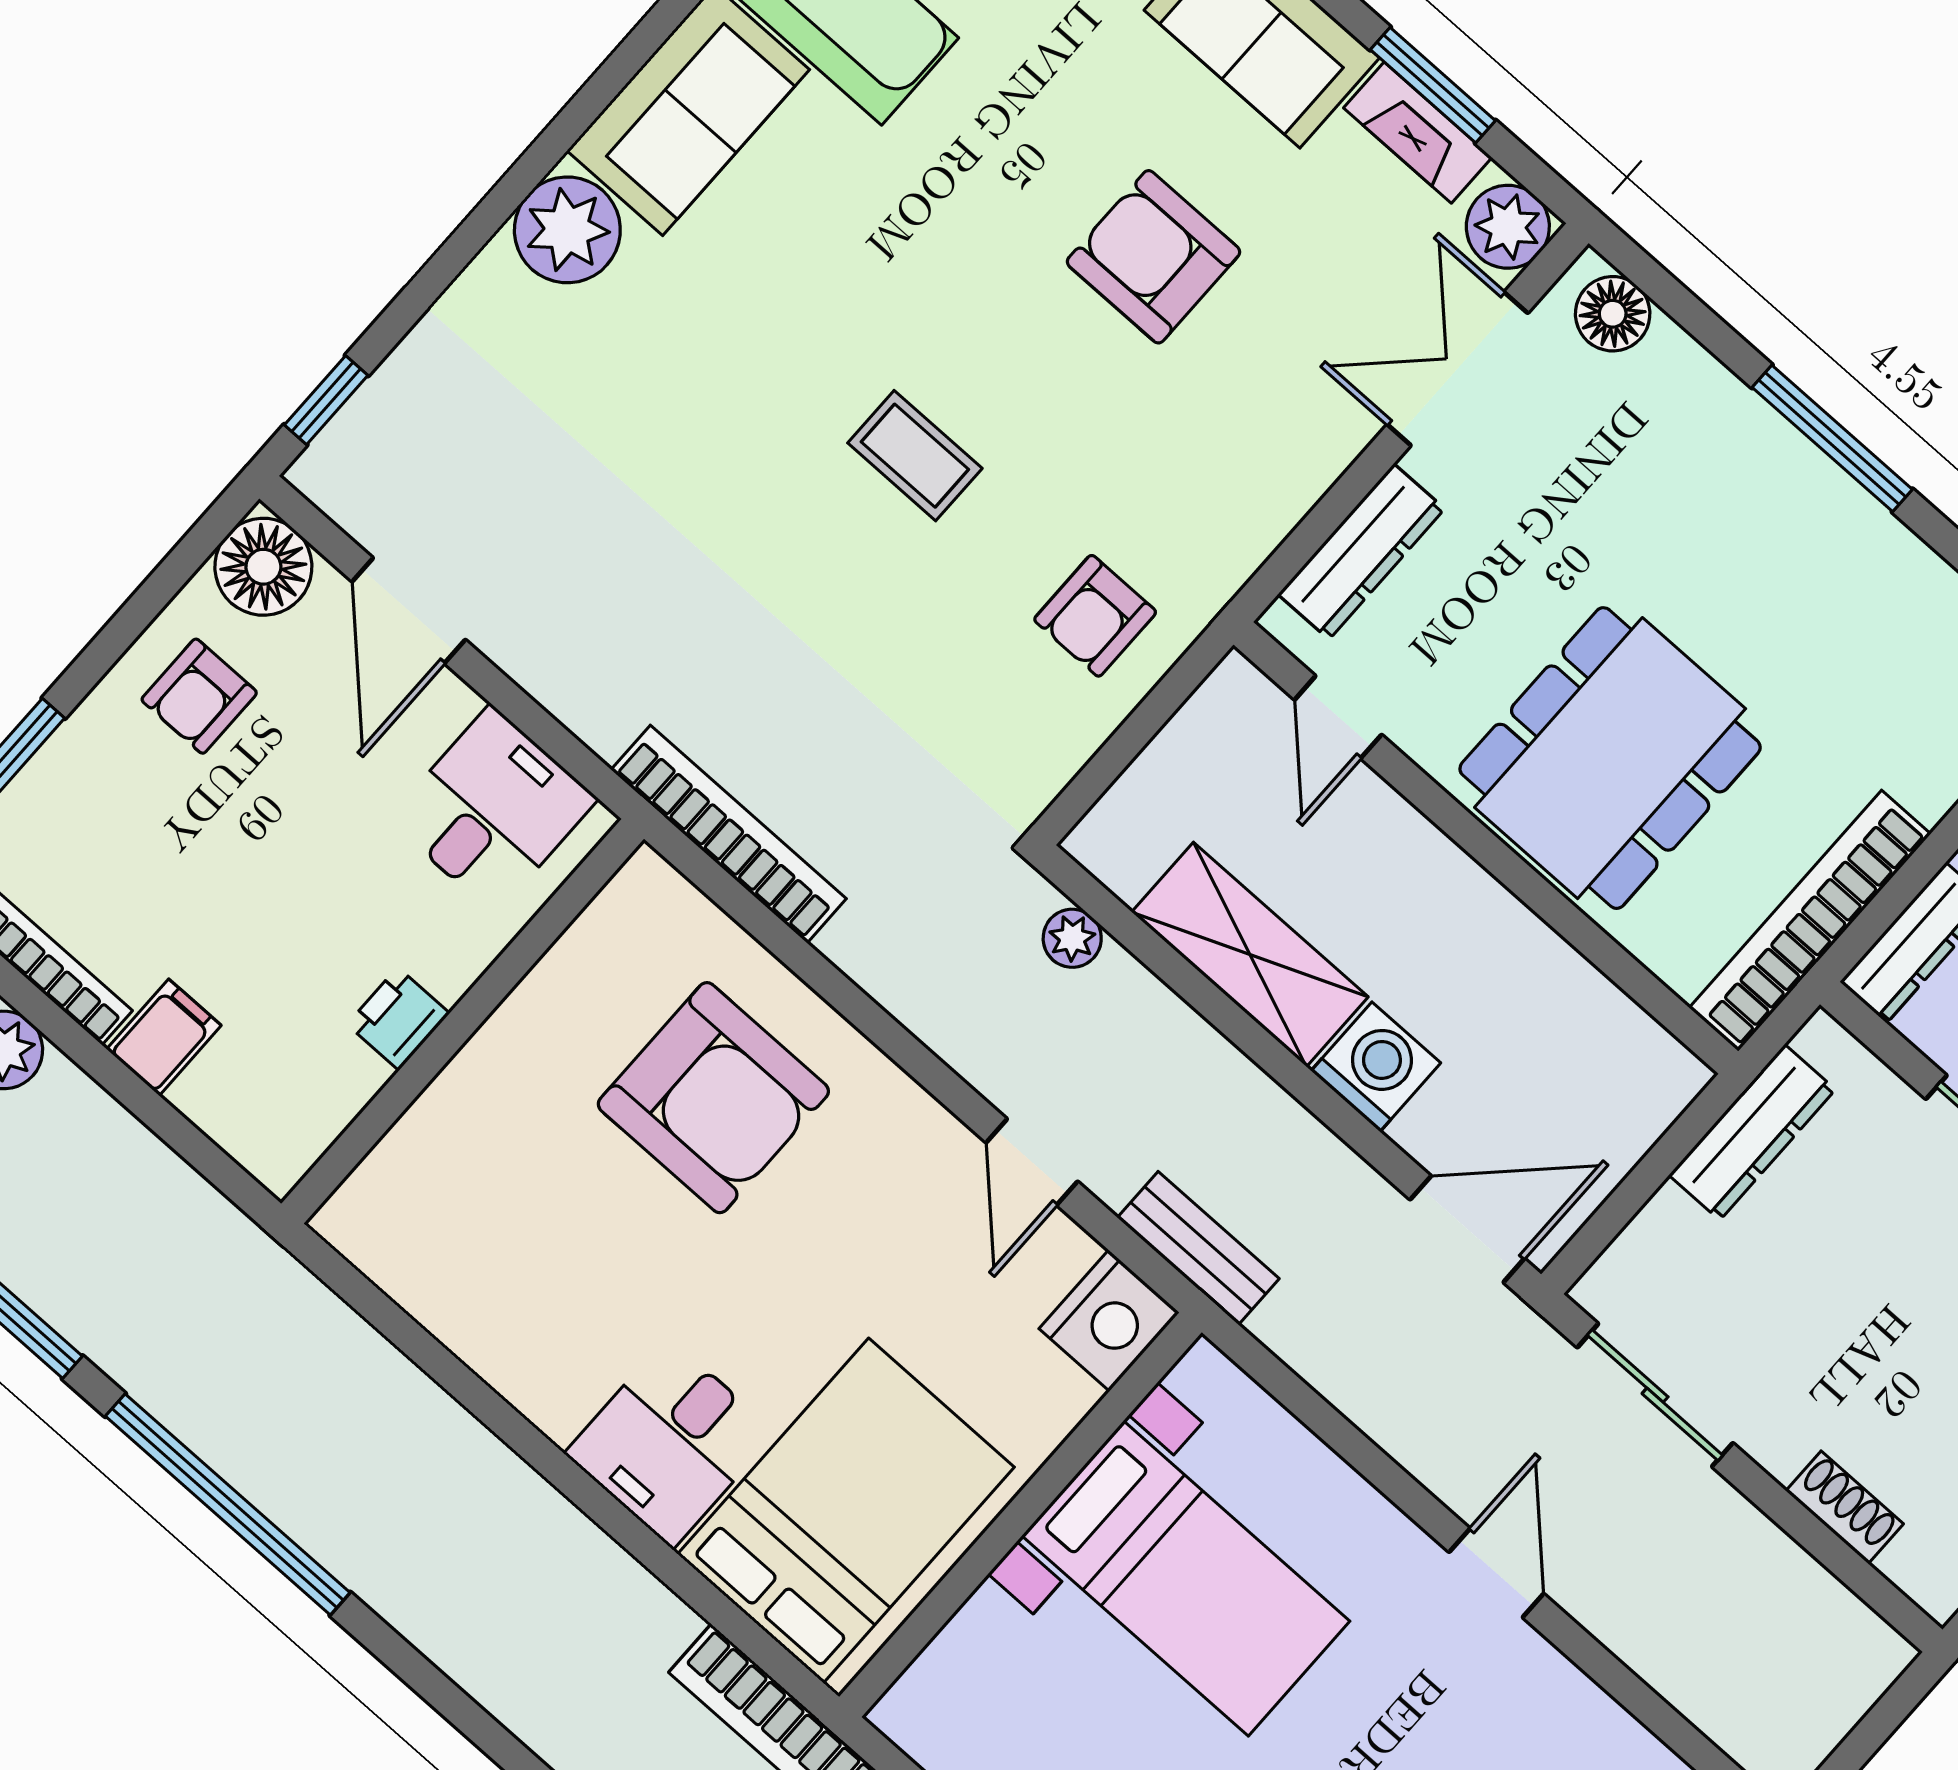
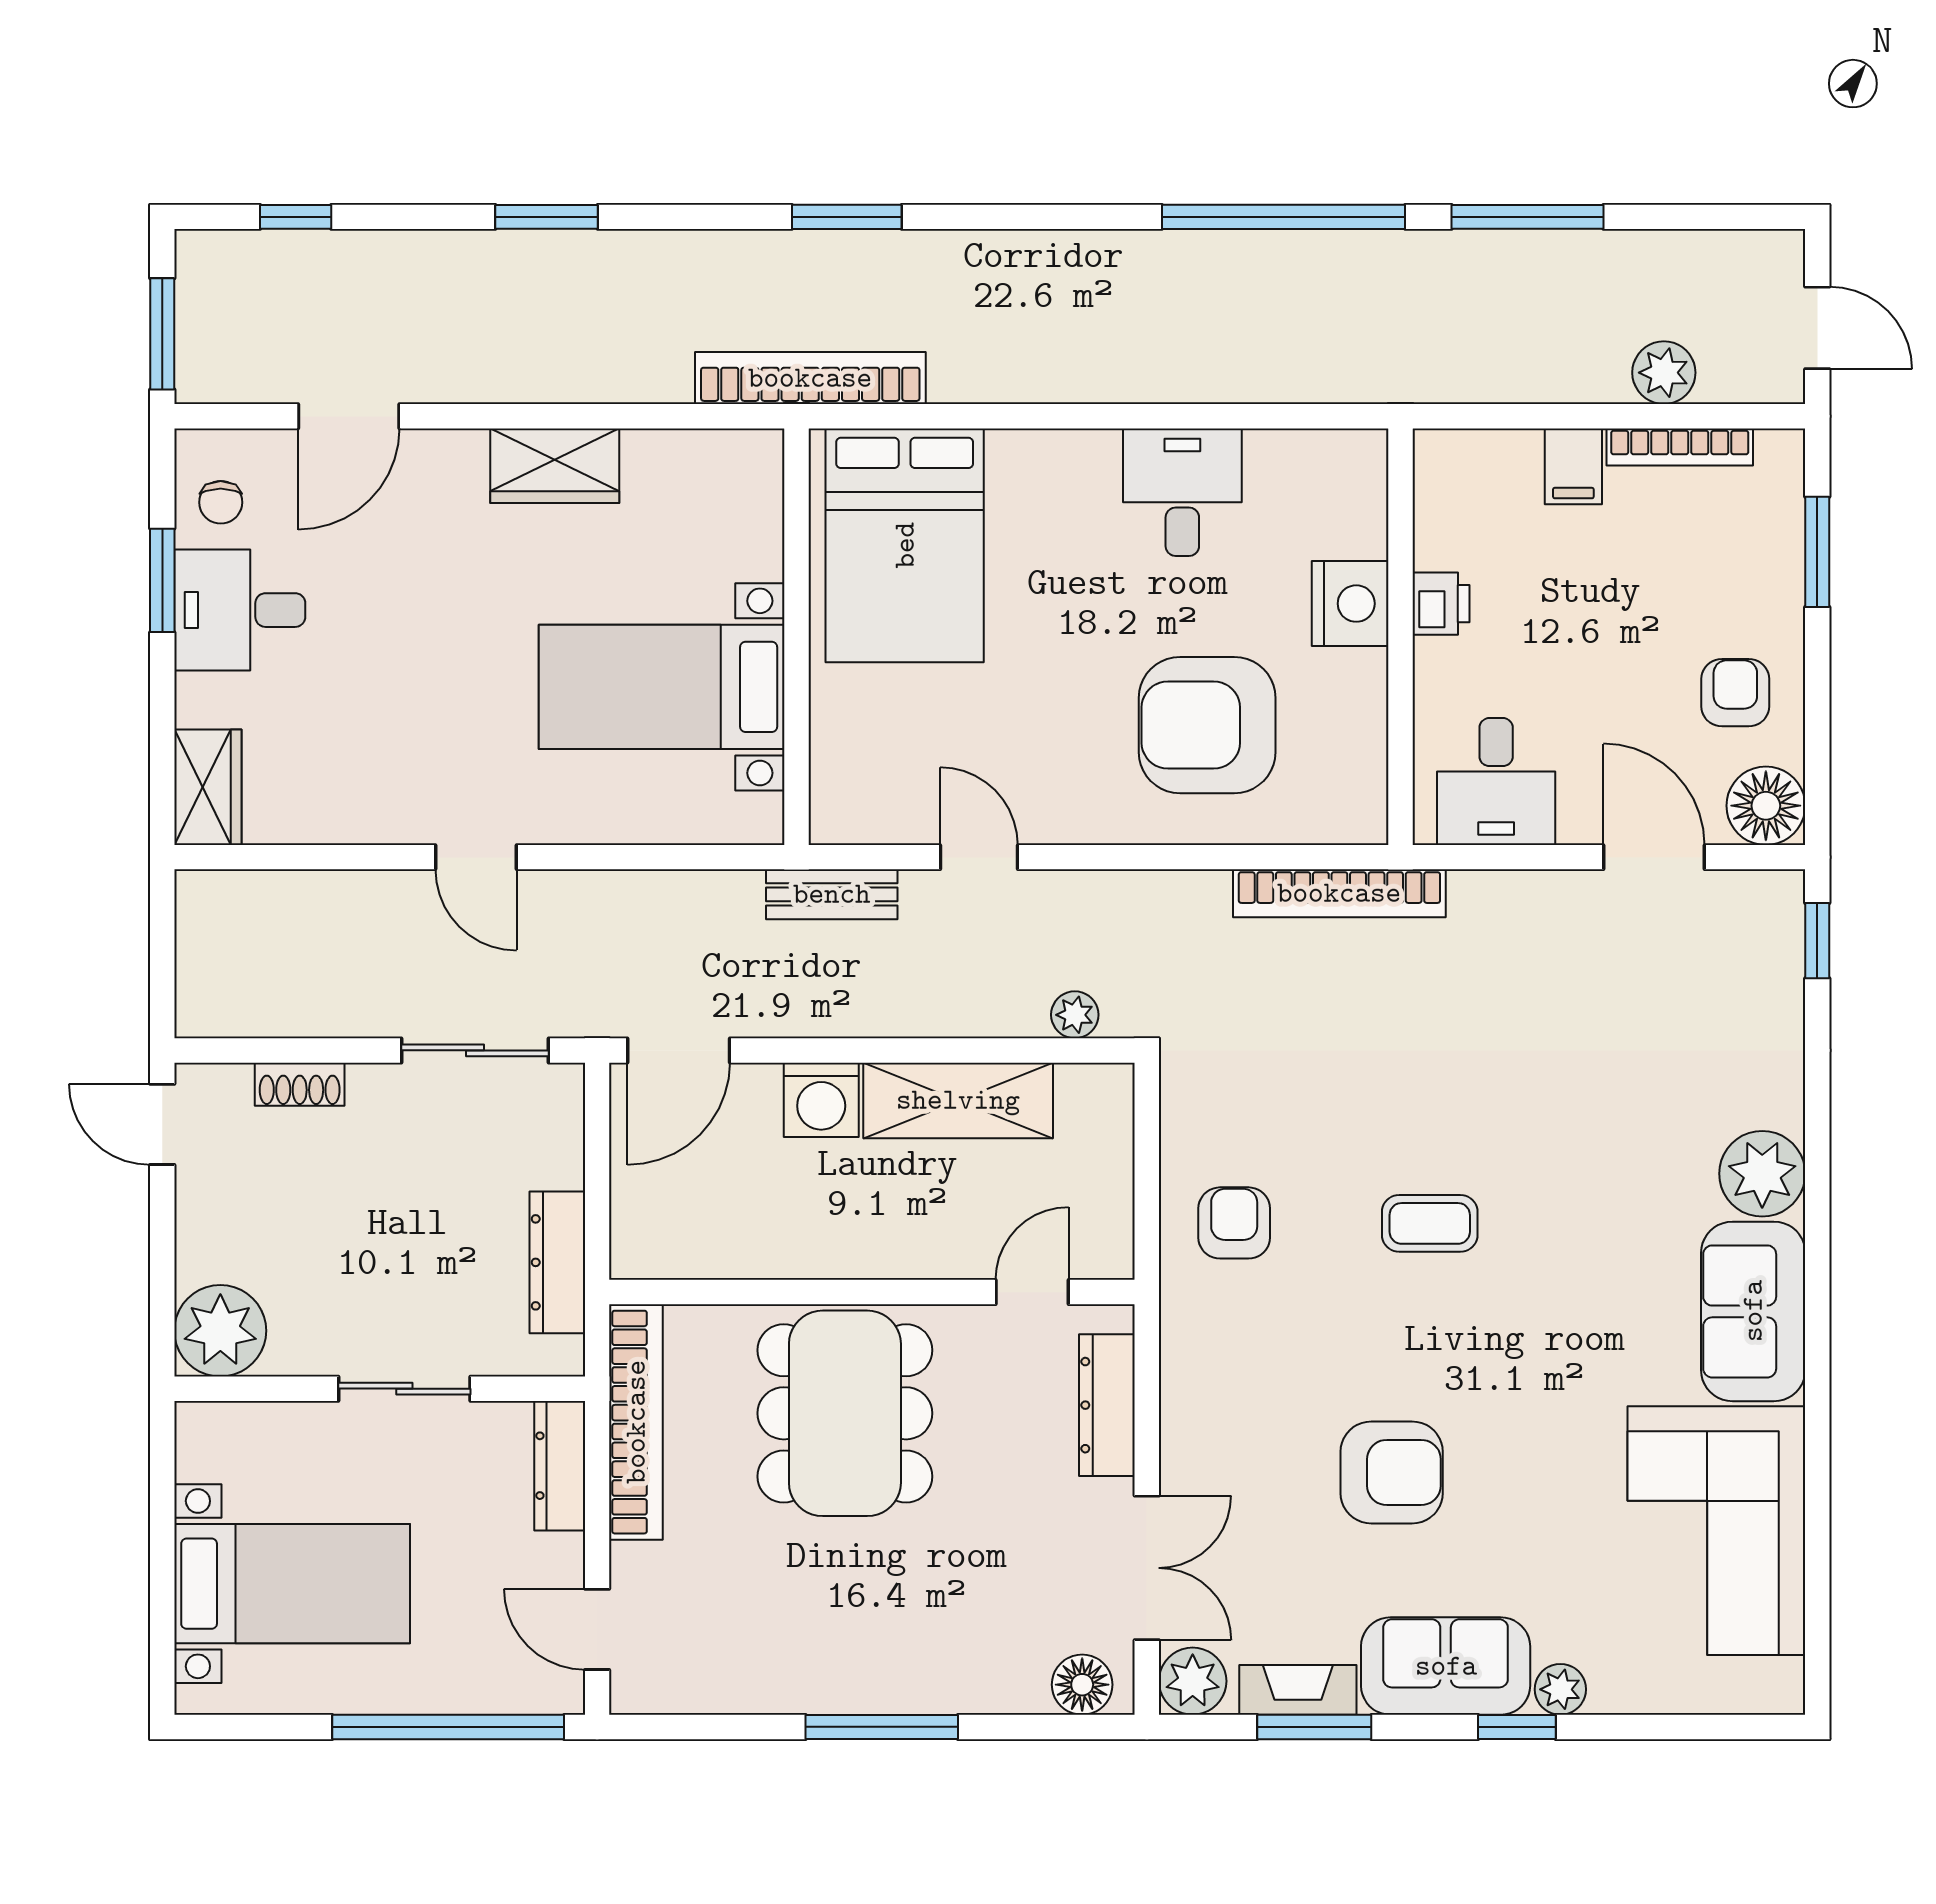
door: (1338, 717) -> (1032, 1292), hinge flipped
nightstand: (1109, 1321) -> (1350, 604), moved, turned 180
desk: (670, 1443) -> (1182, 492), moved

